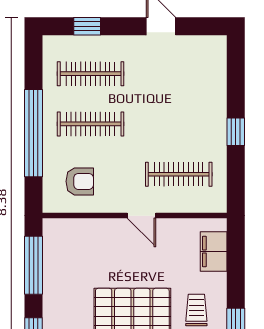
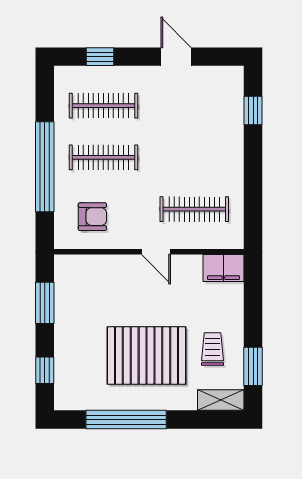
window: (236, 132) -> (253, 111), moved
filing cabinet: (214, 251) -> (223, 268), moved, turned -90
window: (34, 265) -> (45, 303), width x0.69

